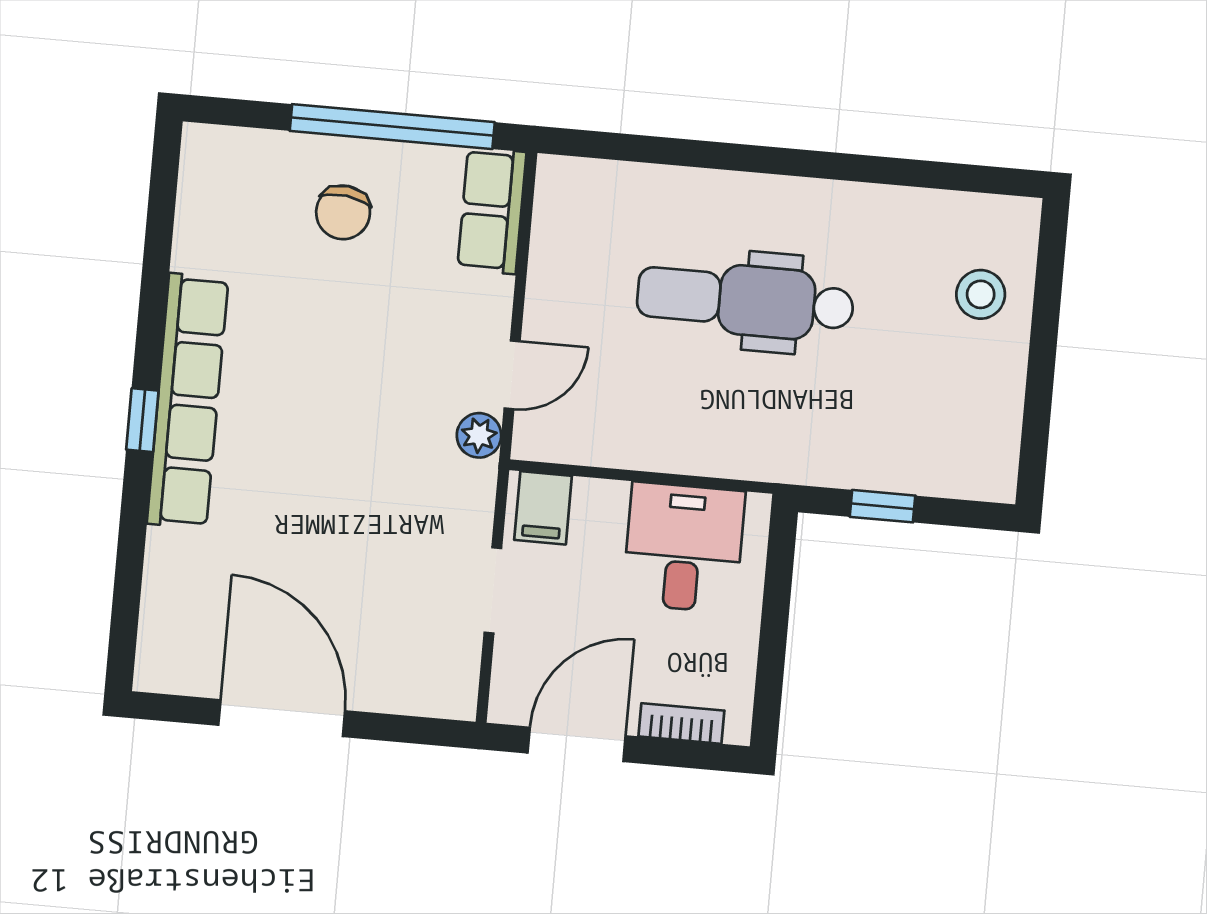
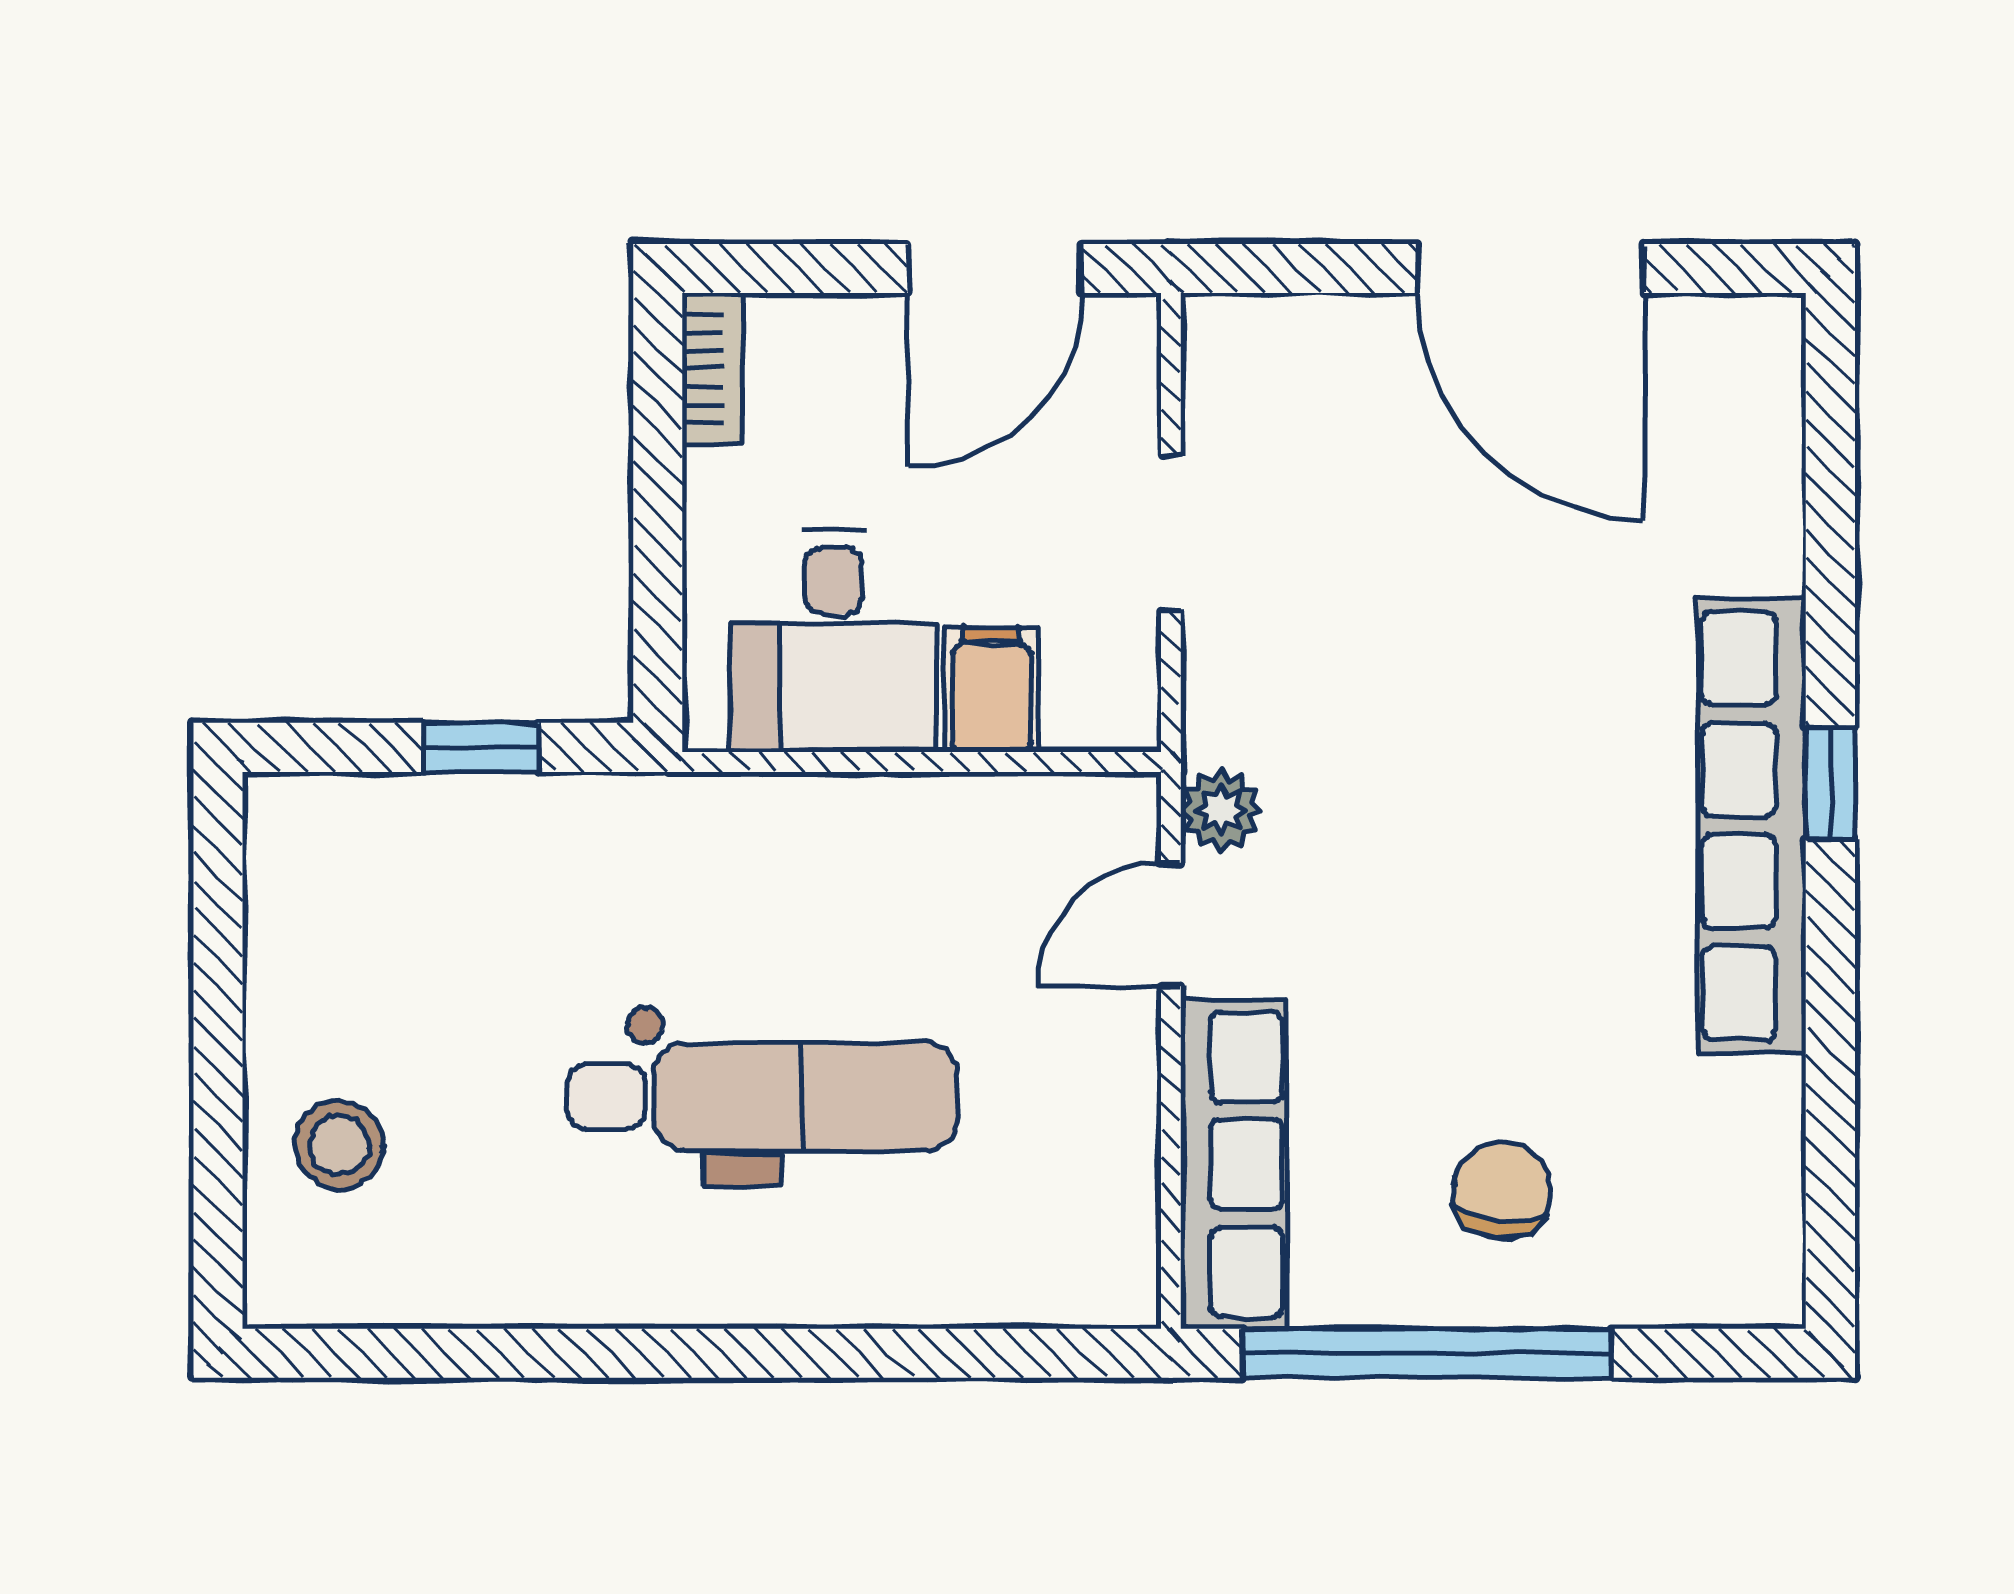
row of seats: (492, 211) -> (1234, 1164), width x1.48
filing cabinet: (543, 508) -> (991, 690), moved
bookcase: (681, 723) -> (712, 368), moved, turned -90

